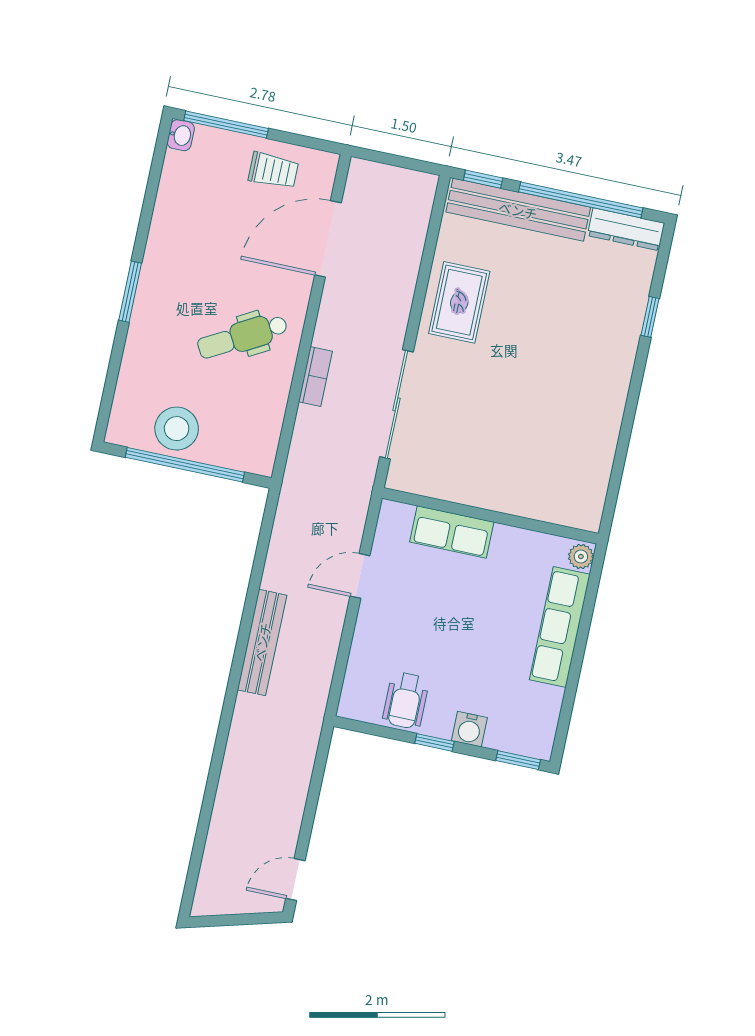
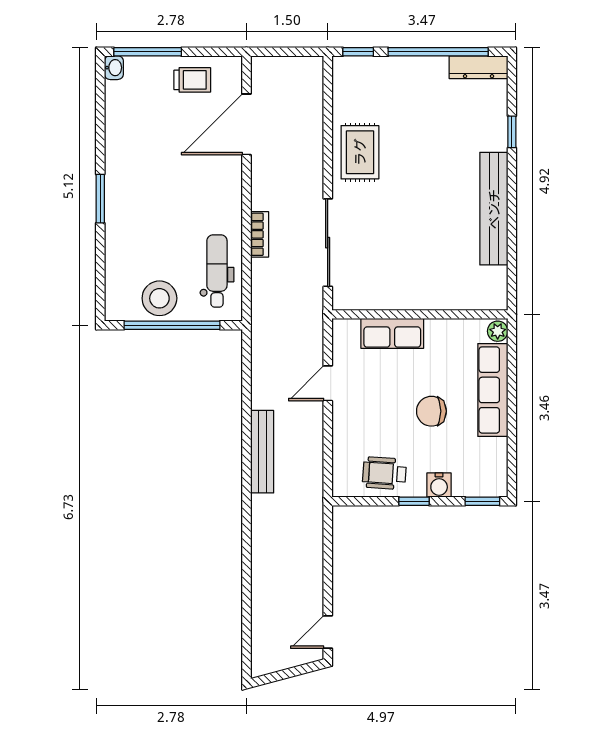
bench: (518, 210) -> (494, 209), moved, turned 90
dental chair: (243, 337) -> (217, 271), moved, turned 119
chair: (479, 637) -> (431, 411), added
wheelchair: (406, 700) -> (384, 473), turned 94

